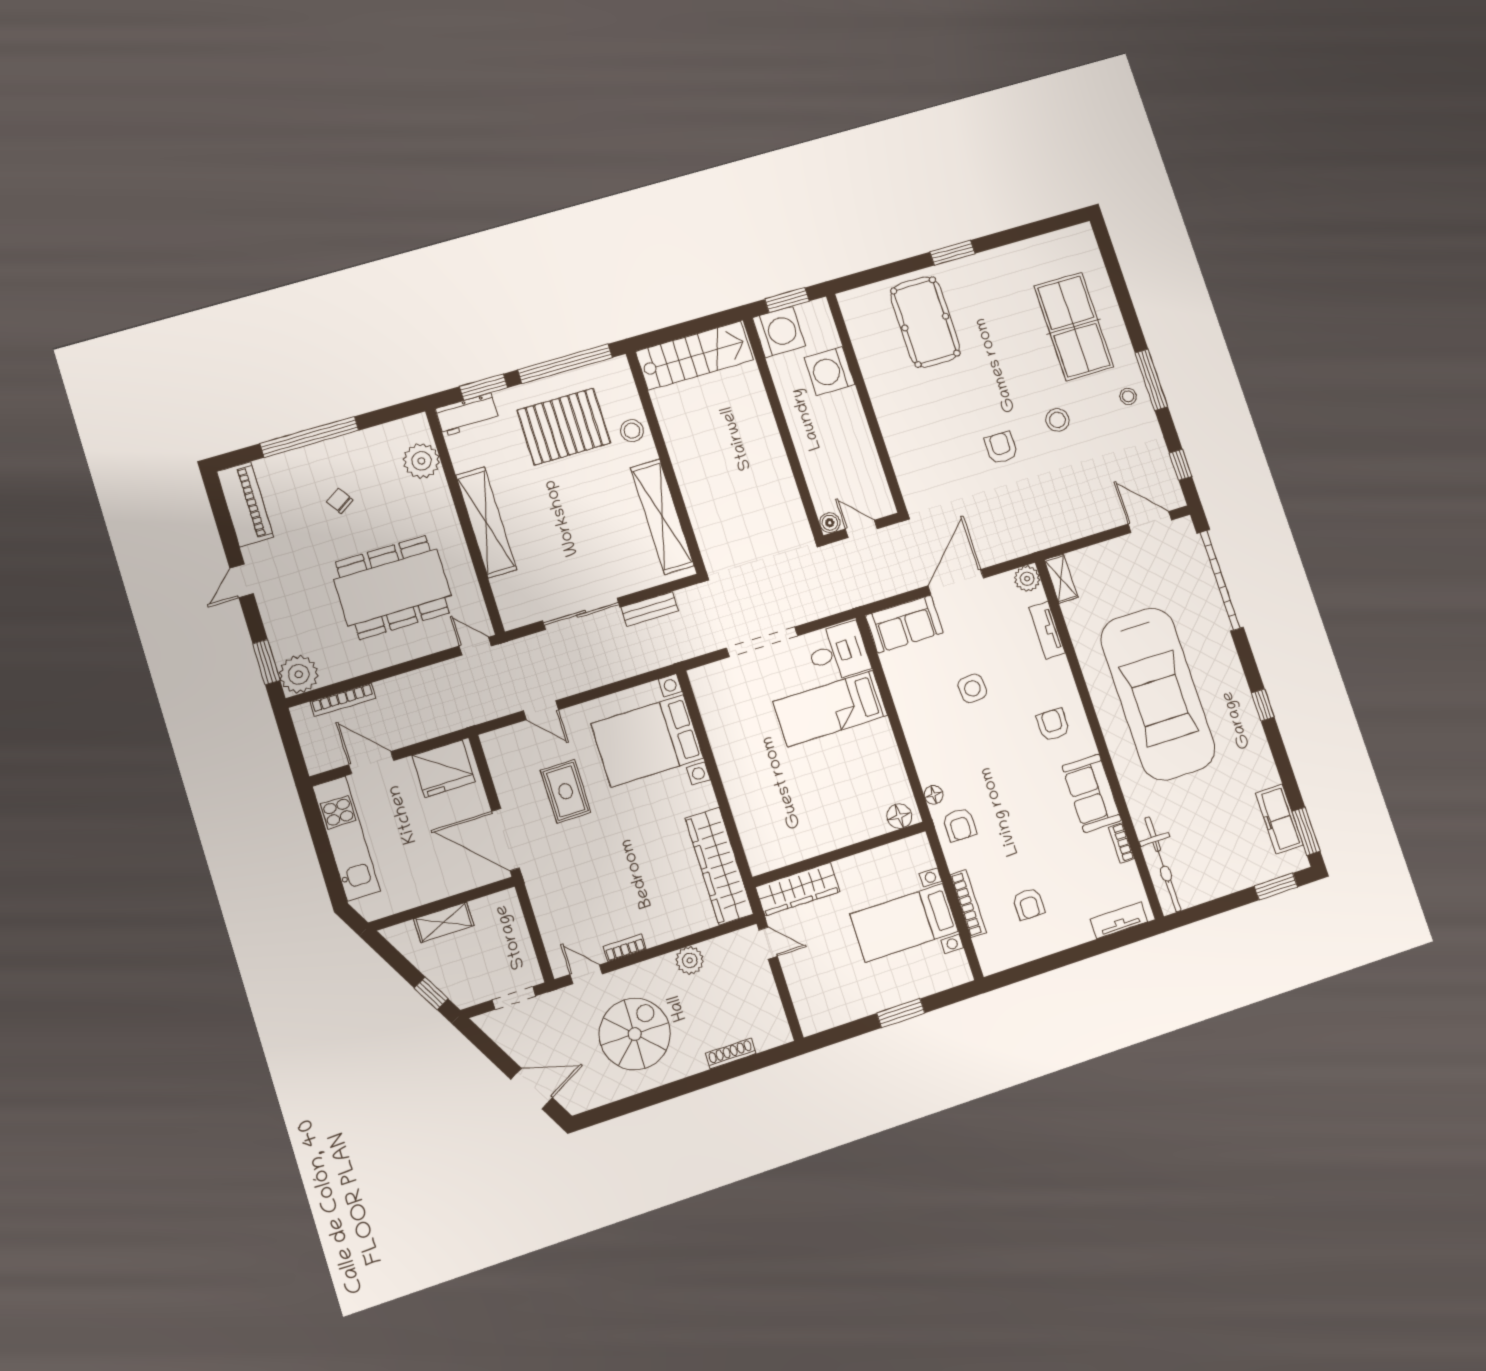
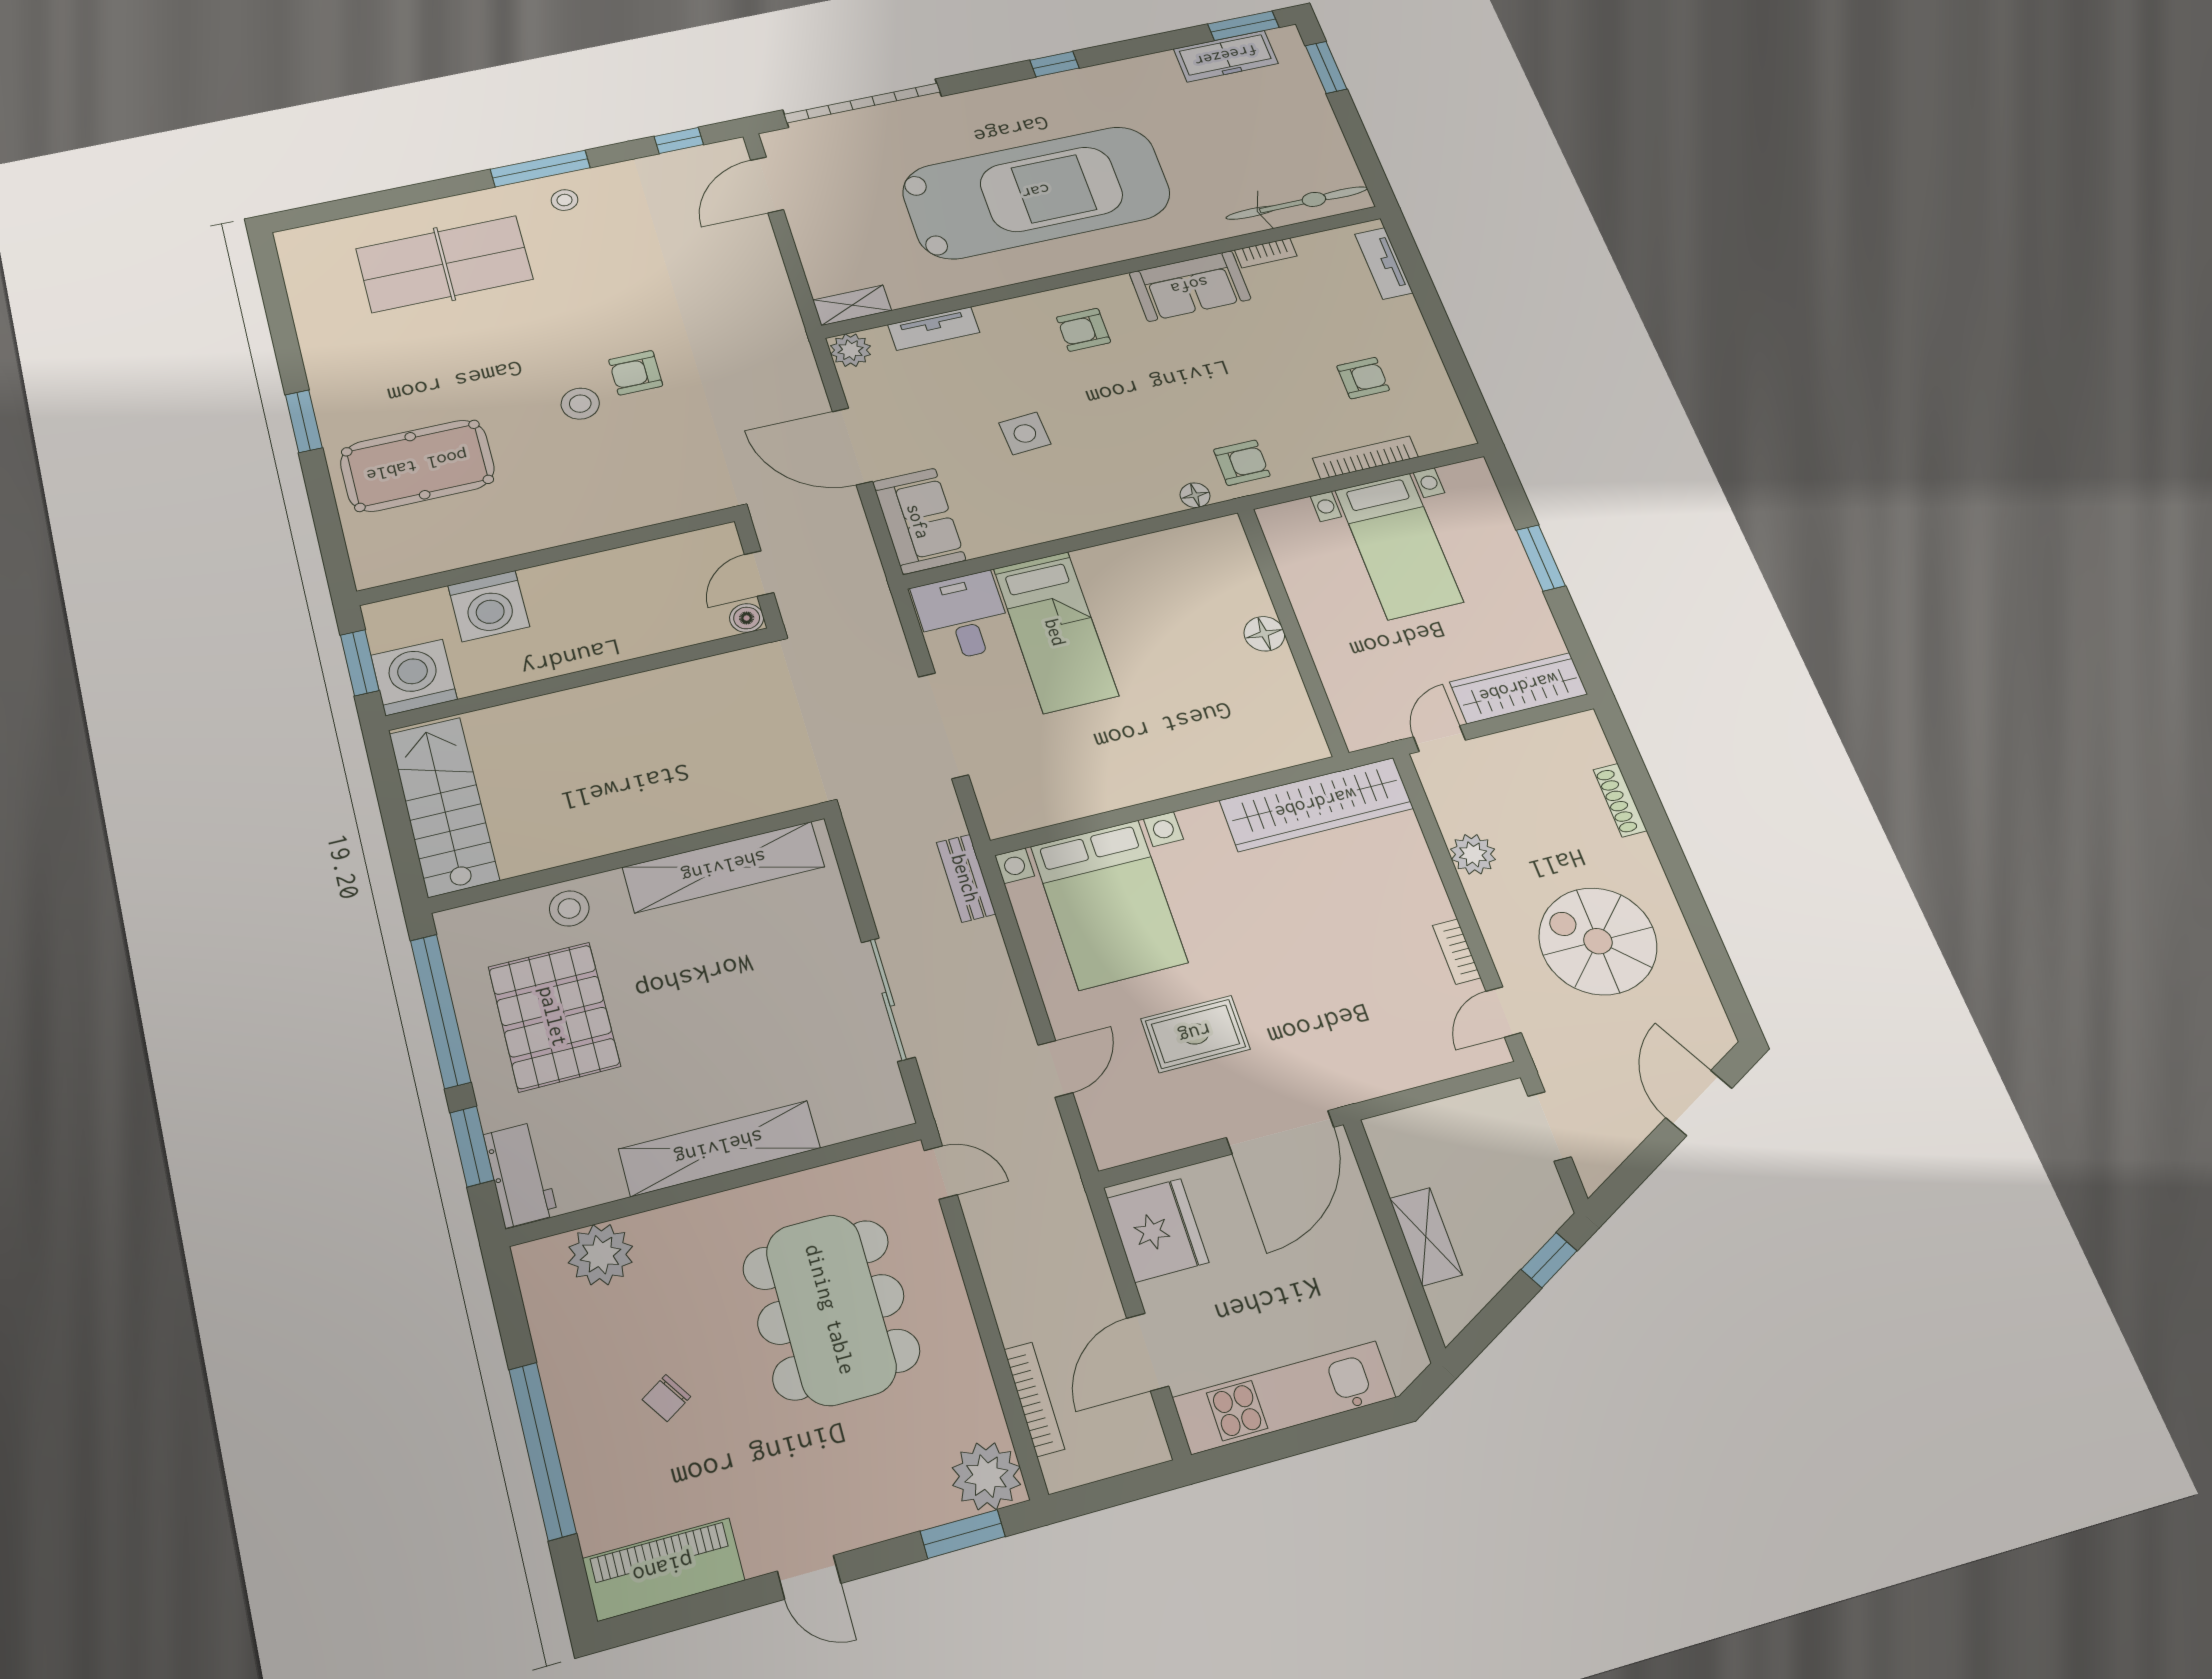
stool: (1057, 420) -> (580, 404), moved
bench: (650, 609) -> (966, 878), moved
door: (475, 646) -> (941, 1172), swing flipped
floor lamp: (899, 816) -> (1264, 634), moved
wardrobe: (798, 889) -> (1519, 688), moved, turned -90

